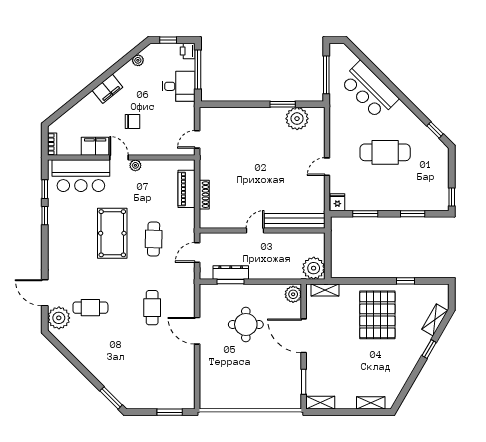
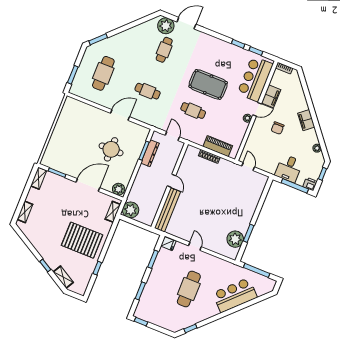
cafe table: (152, 374) -> (103, 73), added

